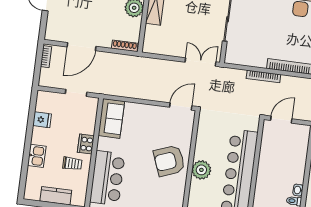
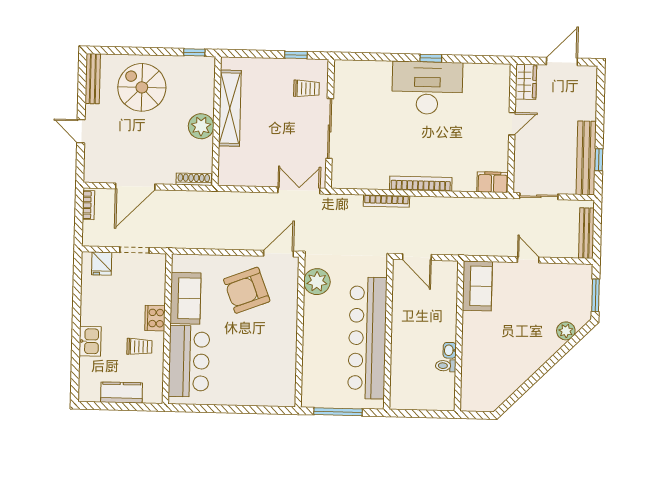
sofa: (111, 118) -> (185, 298), moved
fridge: (42, 120) -> (102, 264), moved, turned 90
door: (281, 120) -> (417, 257), swing flipped
armchair: (169, 161) -> (247, 290), moved
plant: (201, 170) -> (317, 282), moved

